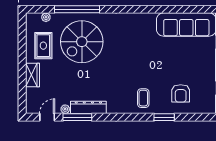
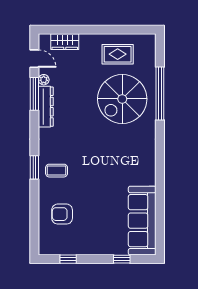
plant: (46, 17) -> (151, 57), removed
spiral stairs: (82, 42) -> (122, 99), turned -90
wardrobe: (32, 75) -> (65, 42), moved
window: (164, 117) -> (34, 167), moved

